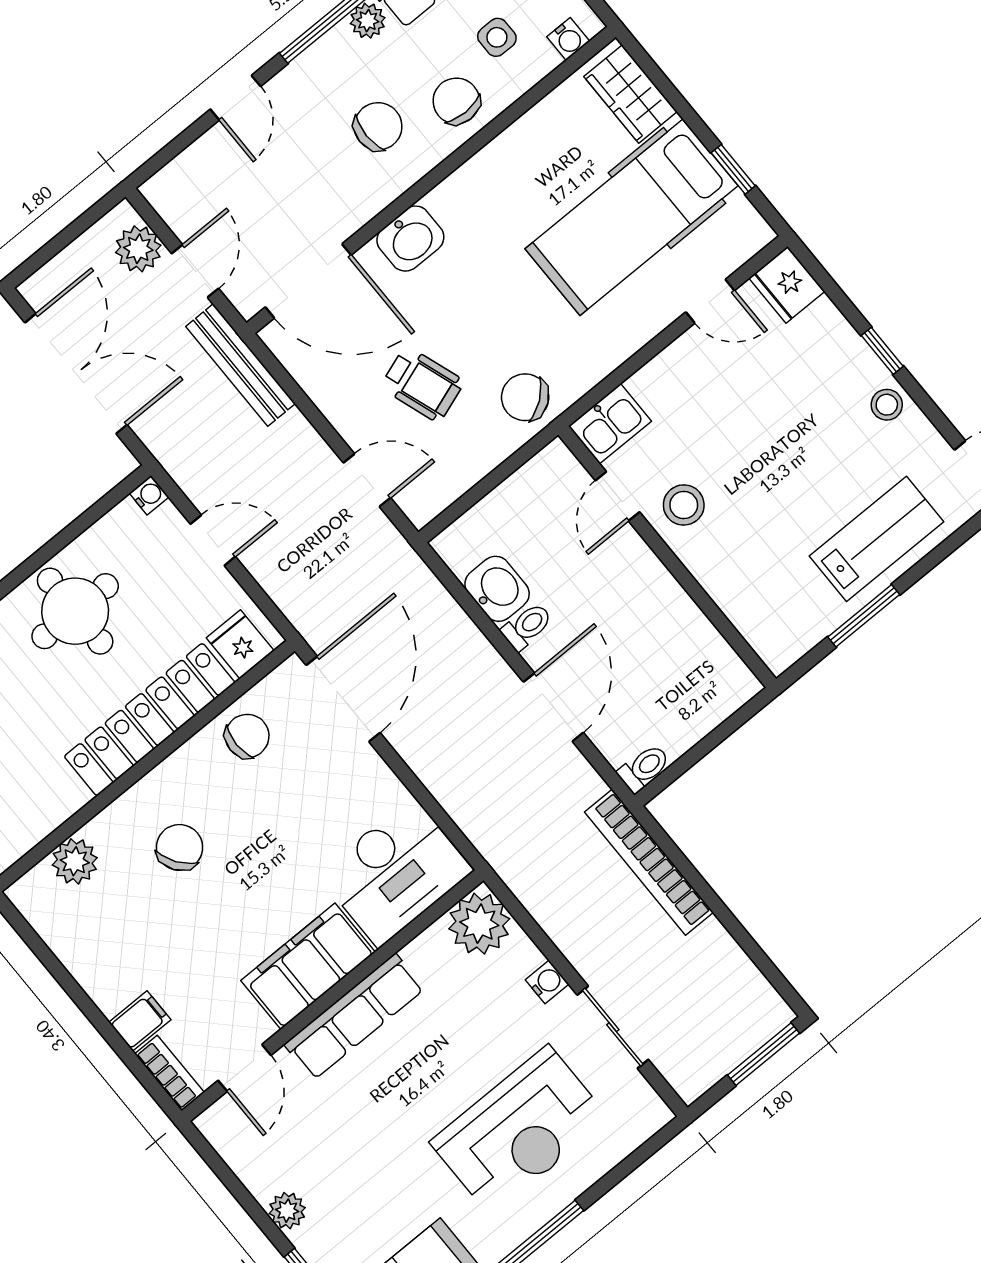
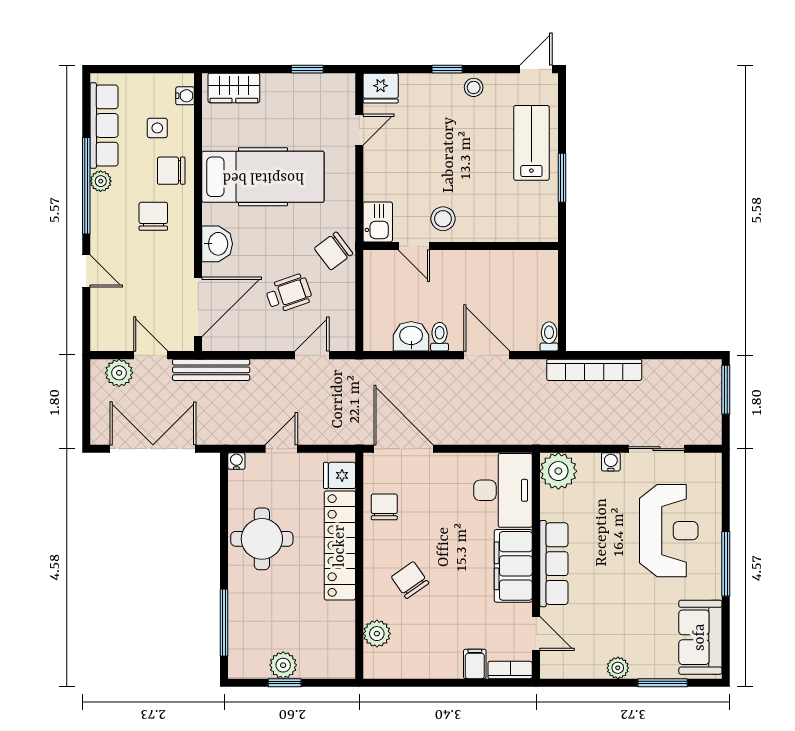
hospital bed: (631, 217) -> (263, 177), moved, turned -90

